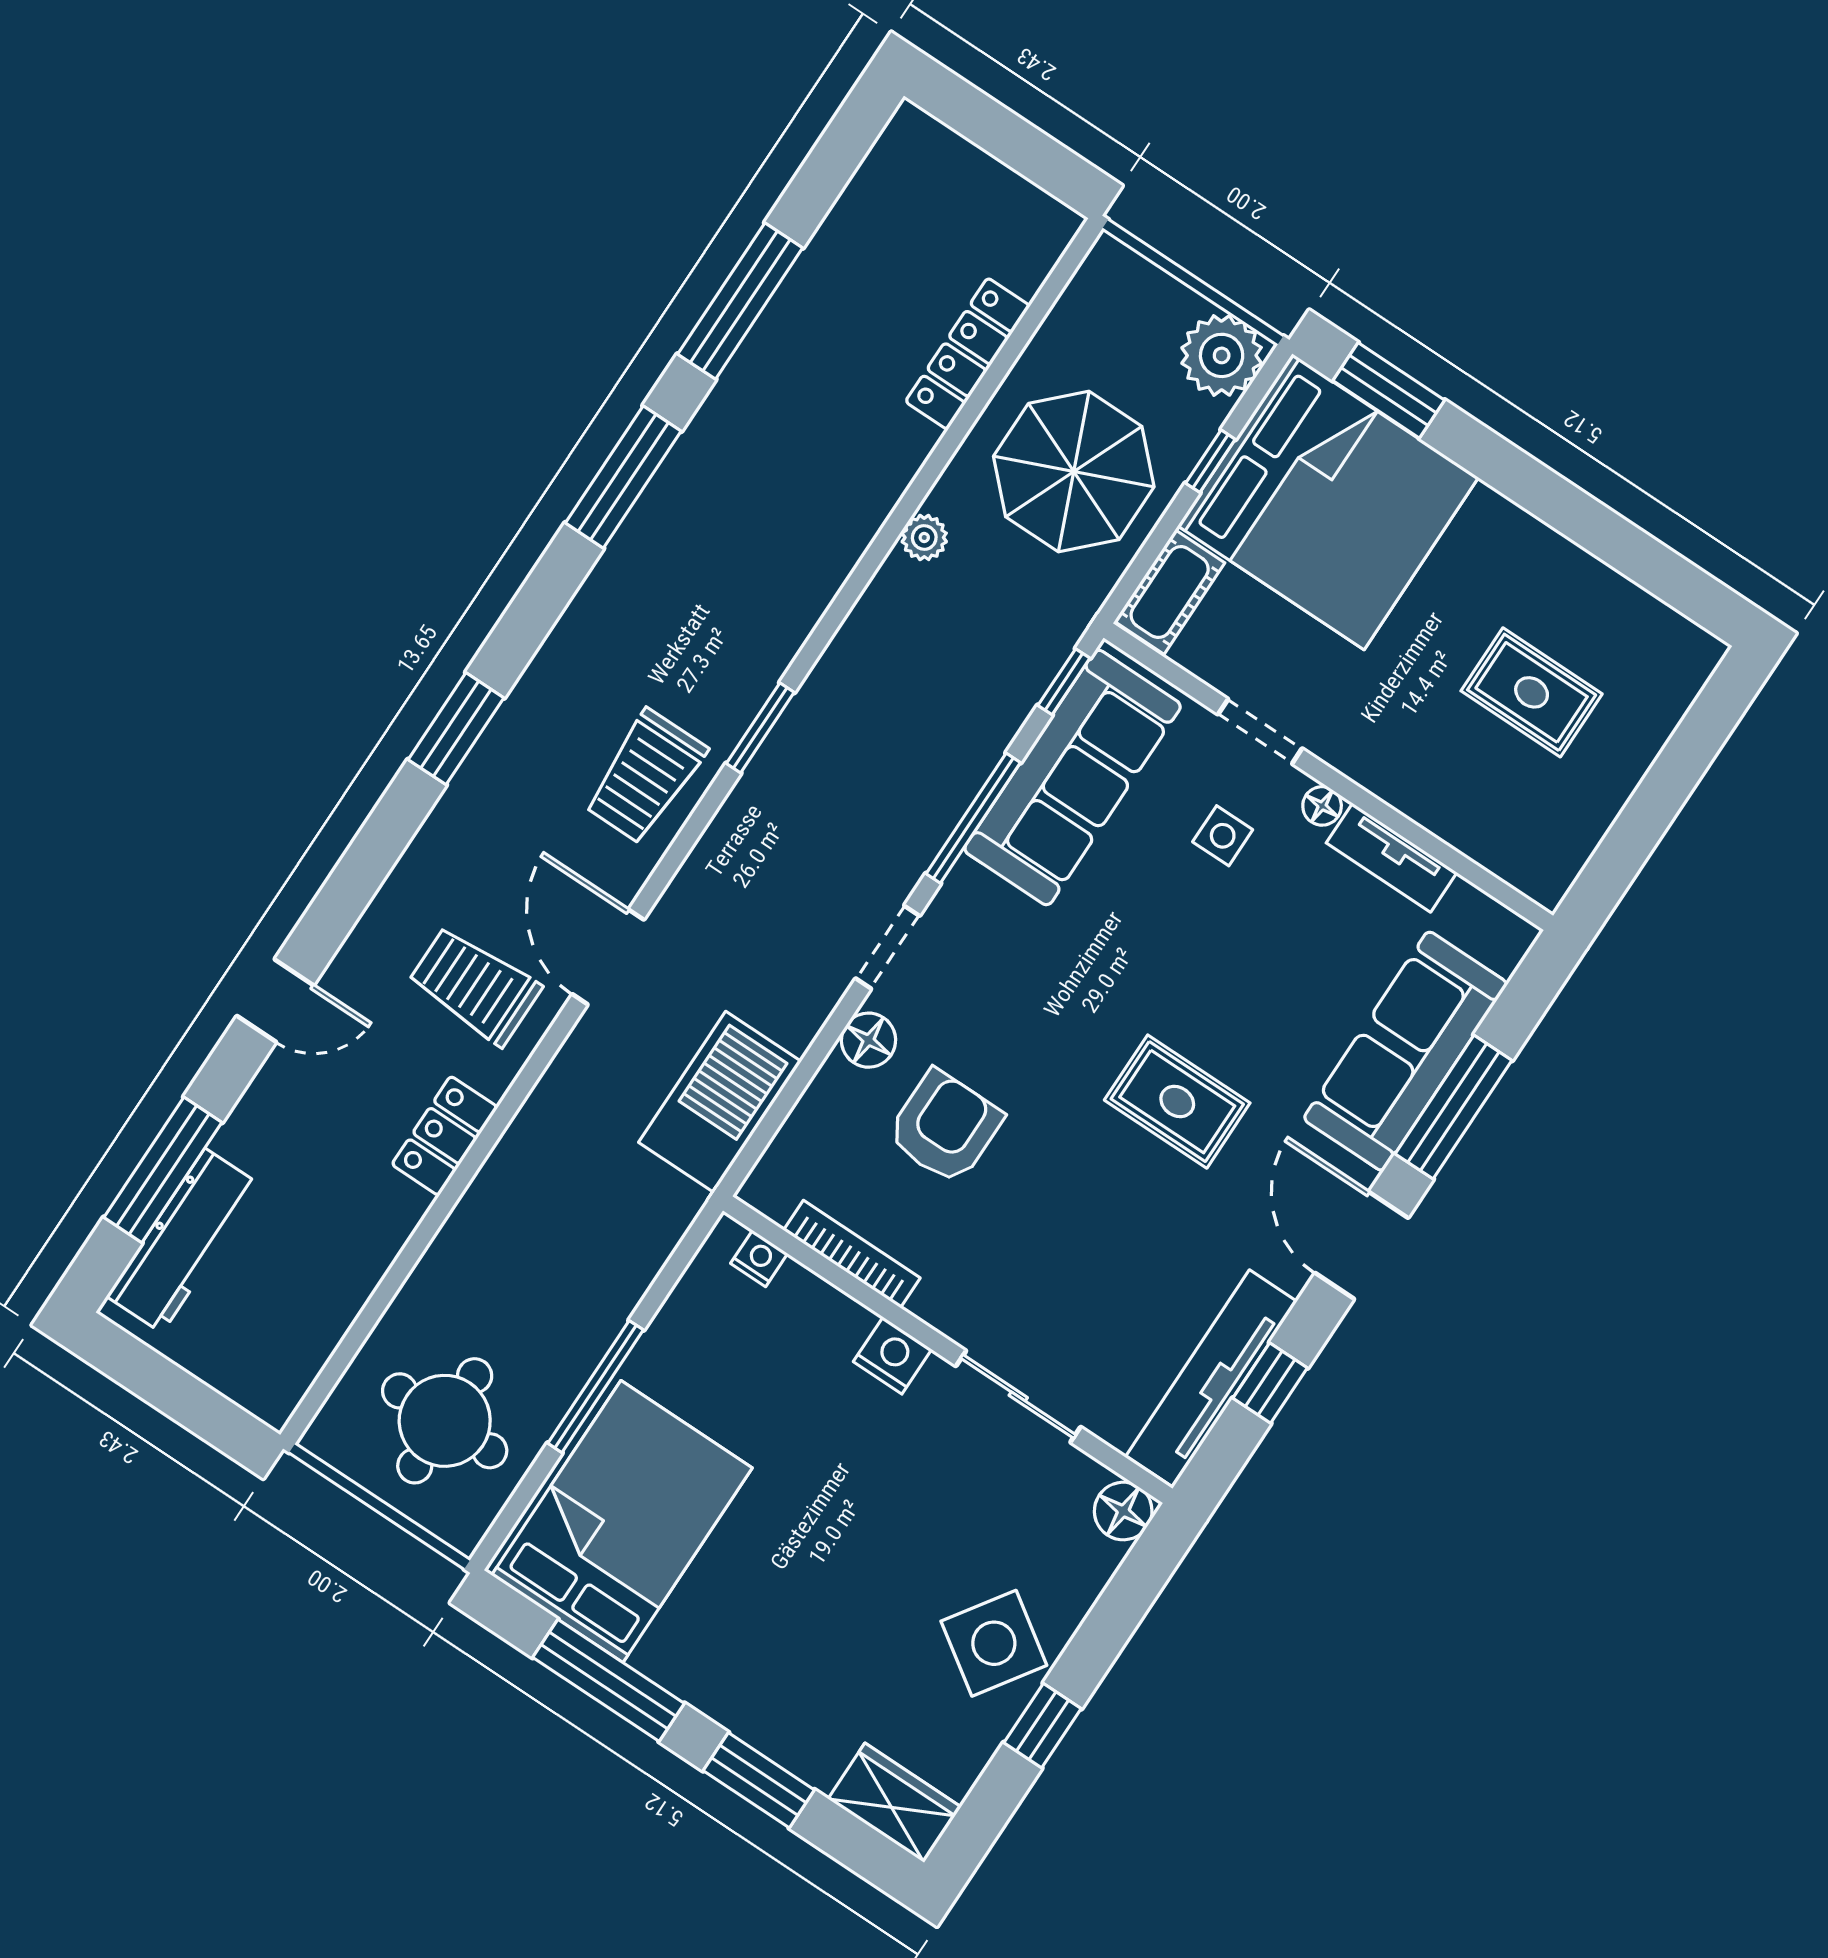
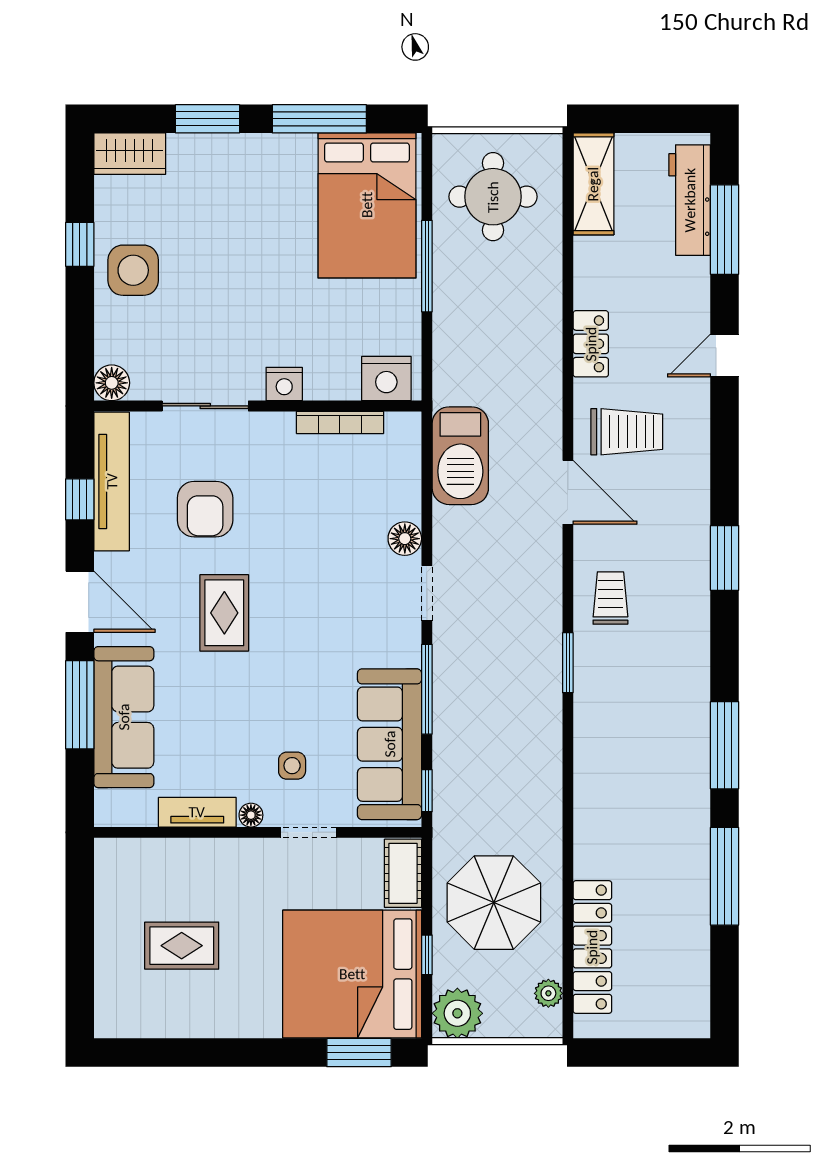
locker: (968, 354) -> (592, 947), width x1.41, depth x1.21
plant: (924, 537) -> (548, 993), moved
trolley: (645, 777) -> (610, 598), width x0.73, depth x0.72
rug: (1177, 1102) -> (224, 613), turned 90
armchair: (945, 1127) -> (205, 509), moved
nightstand: (759, 1258) -> (386, 379), width x1.89, depth x1.79
shelving: (298, 1348) -> (593, 184), added
side table: (994, 1643) -> (133, 270), turned -34

